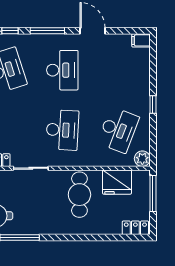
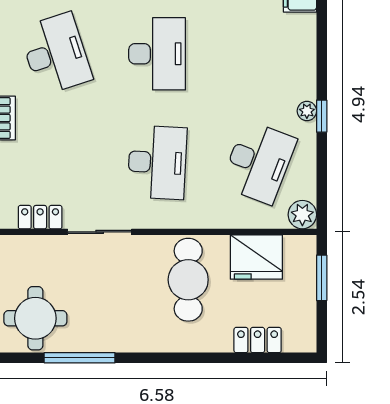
plant: (145, 102) -> (307, 111), added
window: (153, 194) -> (322, 278), width x0.69
locker: (135, 228) -> (258, 340), moved

